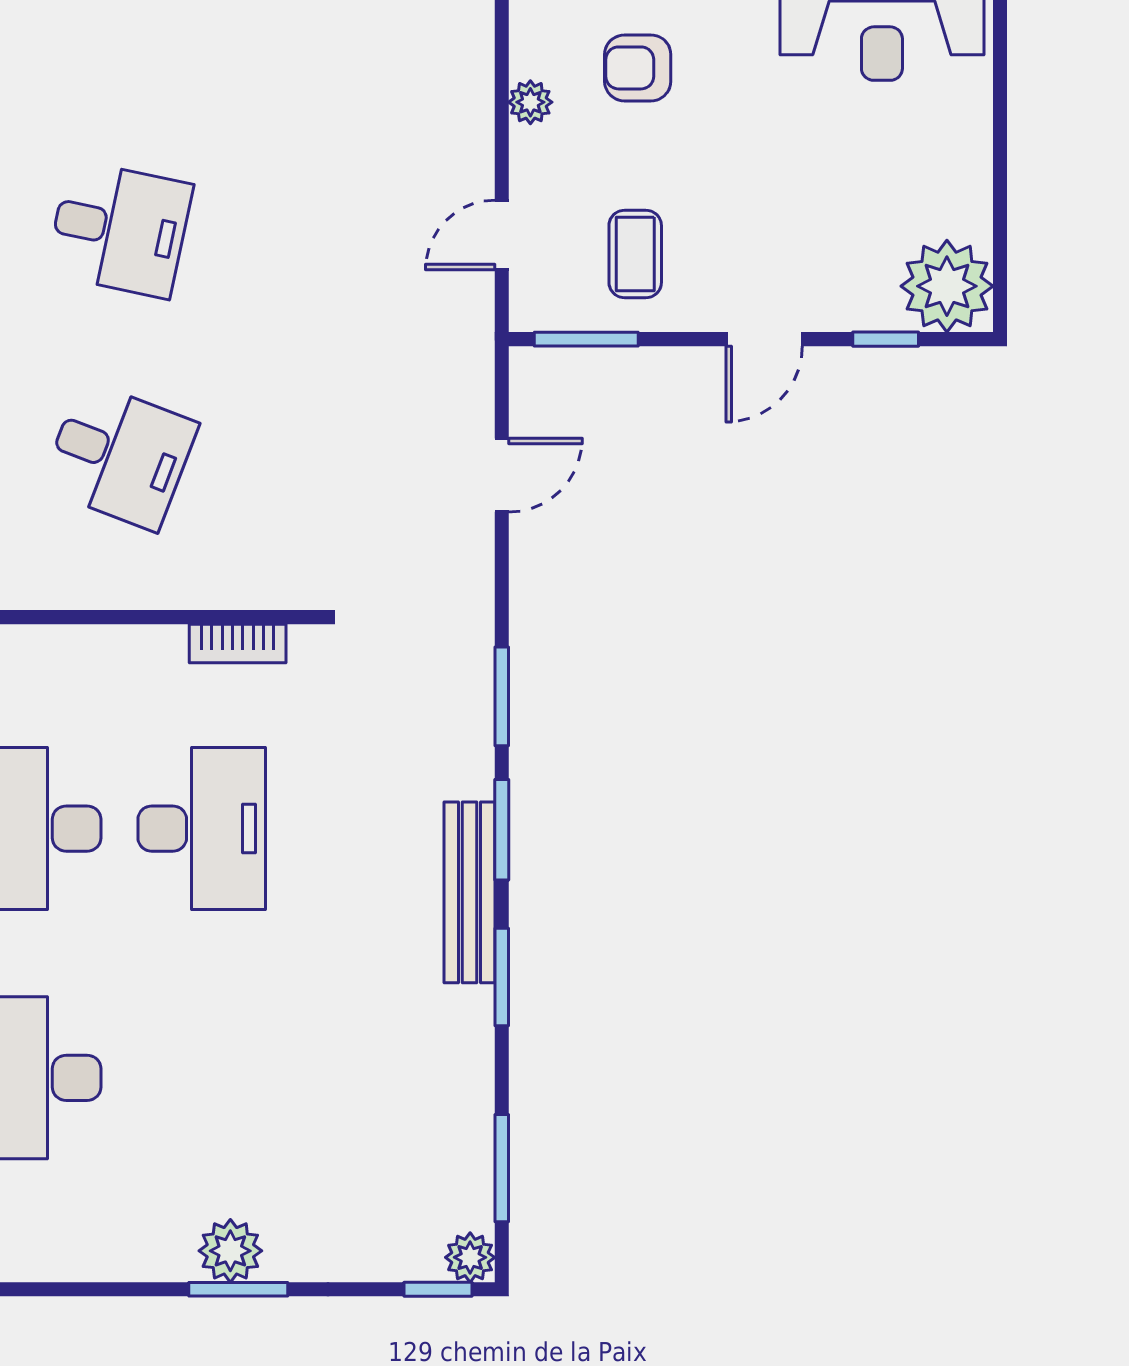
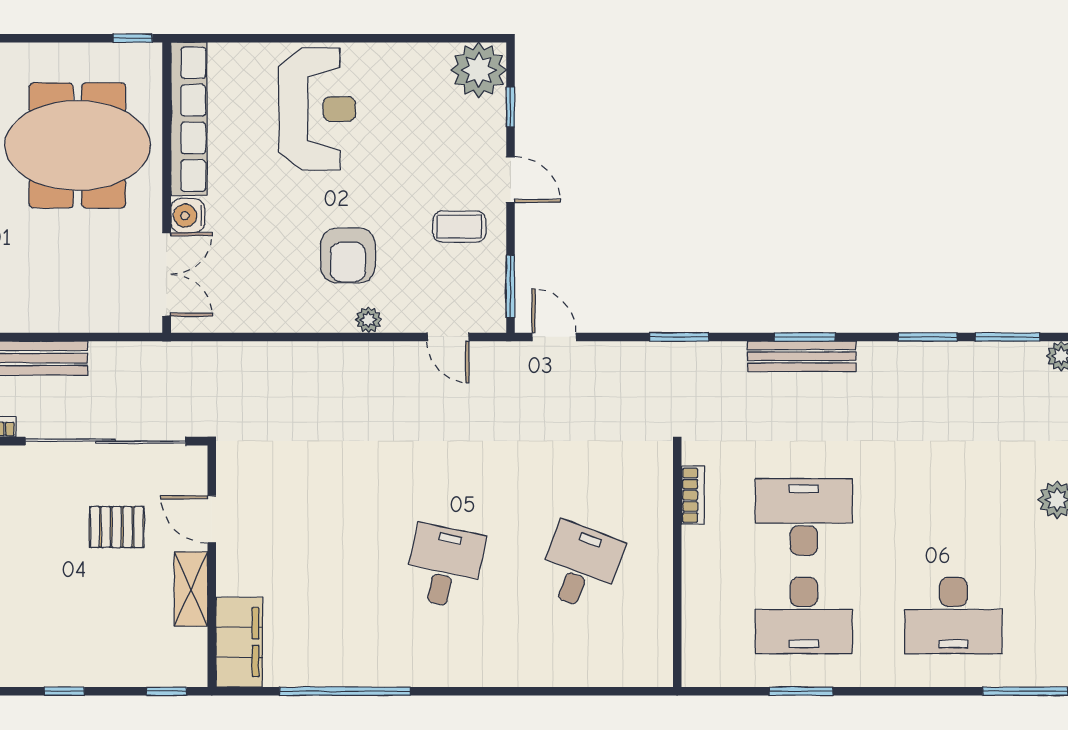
armchair: (638, 68) -> (348, 255), width x1.38, depth x1.38
coffee table: (635, 254) -> (459, 227), moved
door: (502, 475) -> (554, 337), moved
window: (502, 696) -> (679, 337), moved
bench: (469, 892) -> (802, 356), moved
window: (502, 977) -> (928, 337), moved

